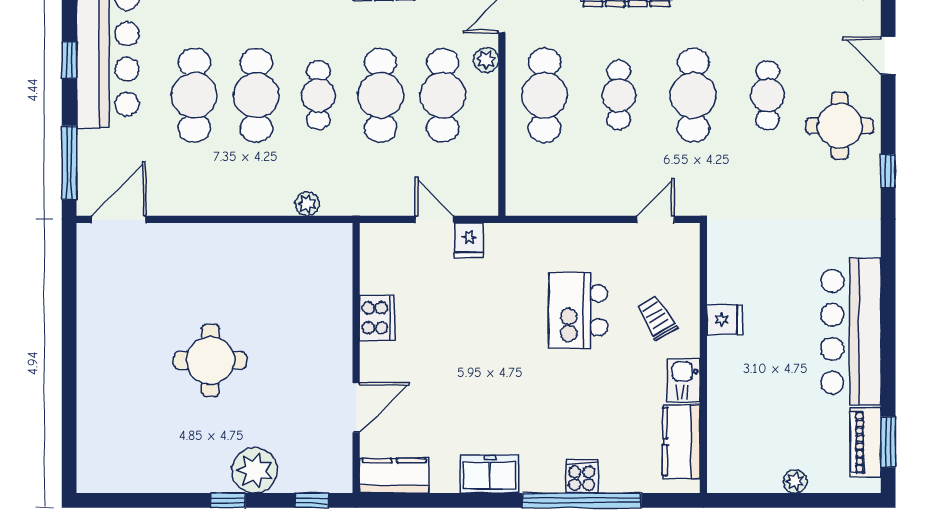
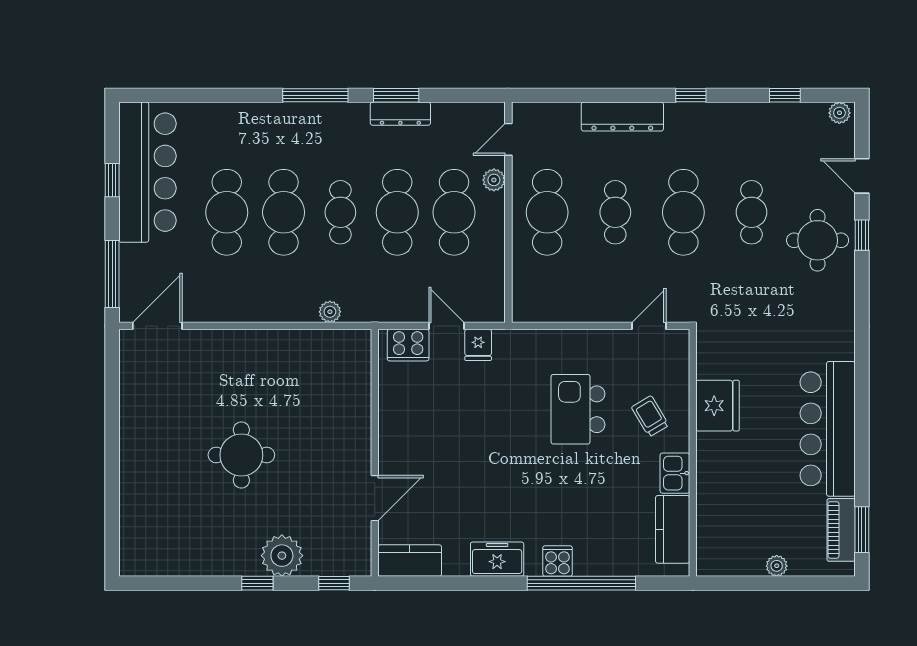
window: (888, 171) -> (862, 235), moved
cooker: (377, 318) -> (408, 345), moved, turned 90
fridge: (725, 320) -> (718, 406), width x1.88, depth x1.34
cooker: (582, 476) -> (558, 561), moved

